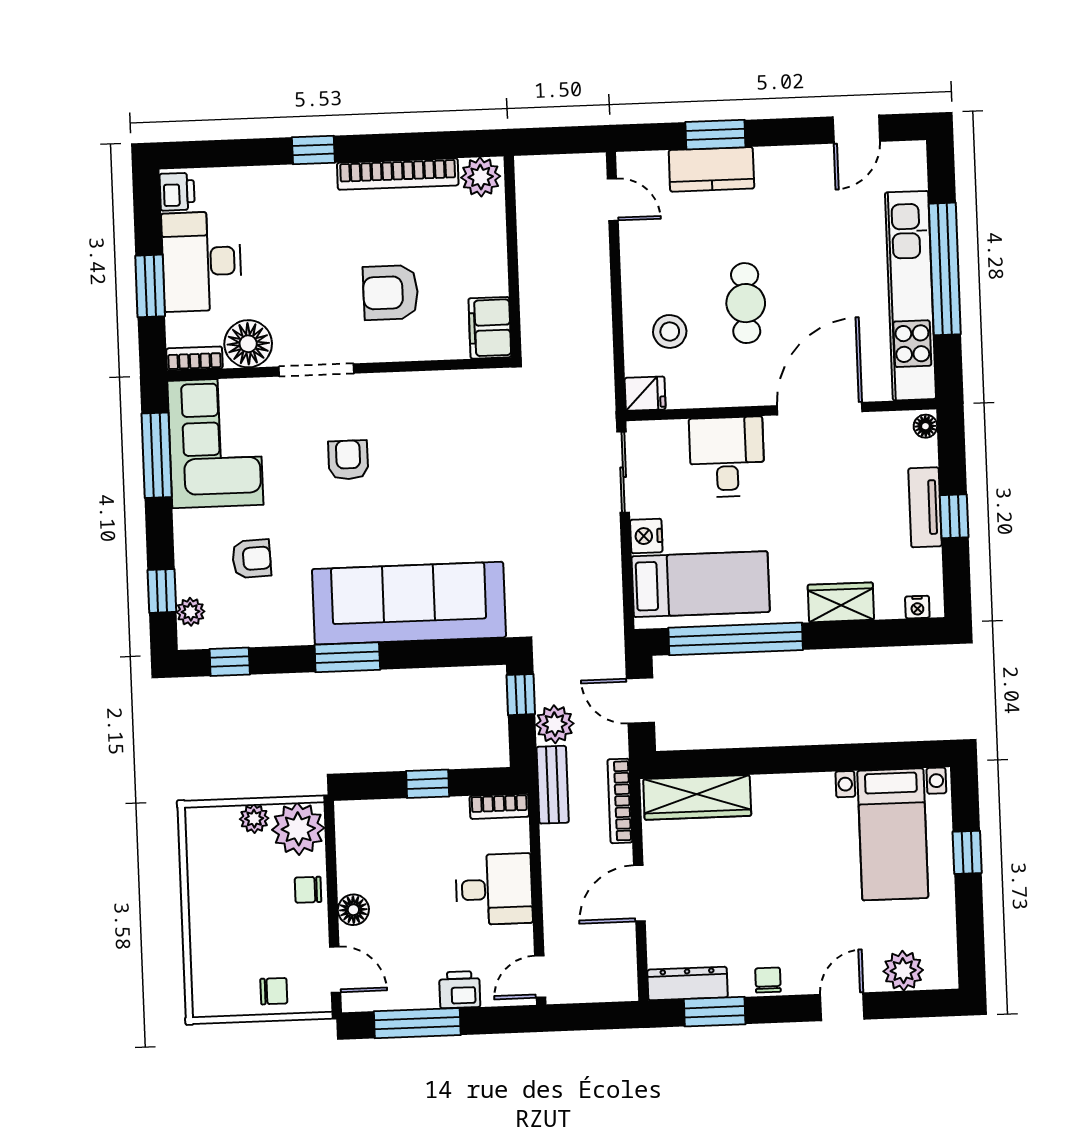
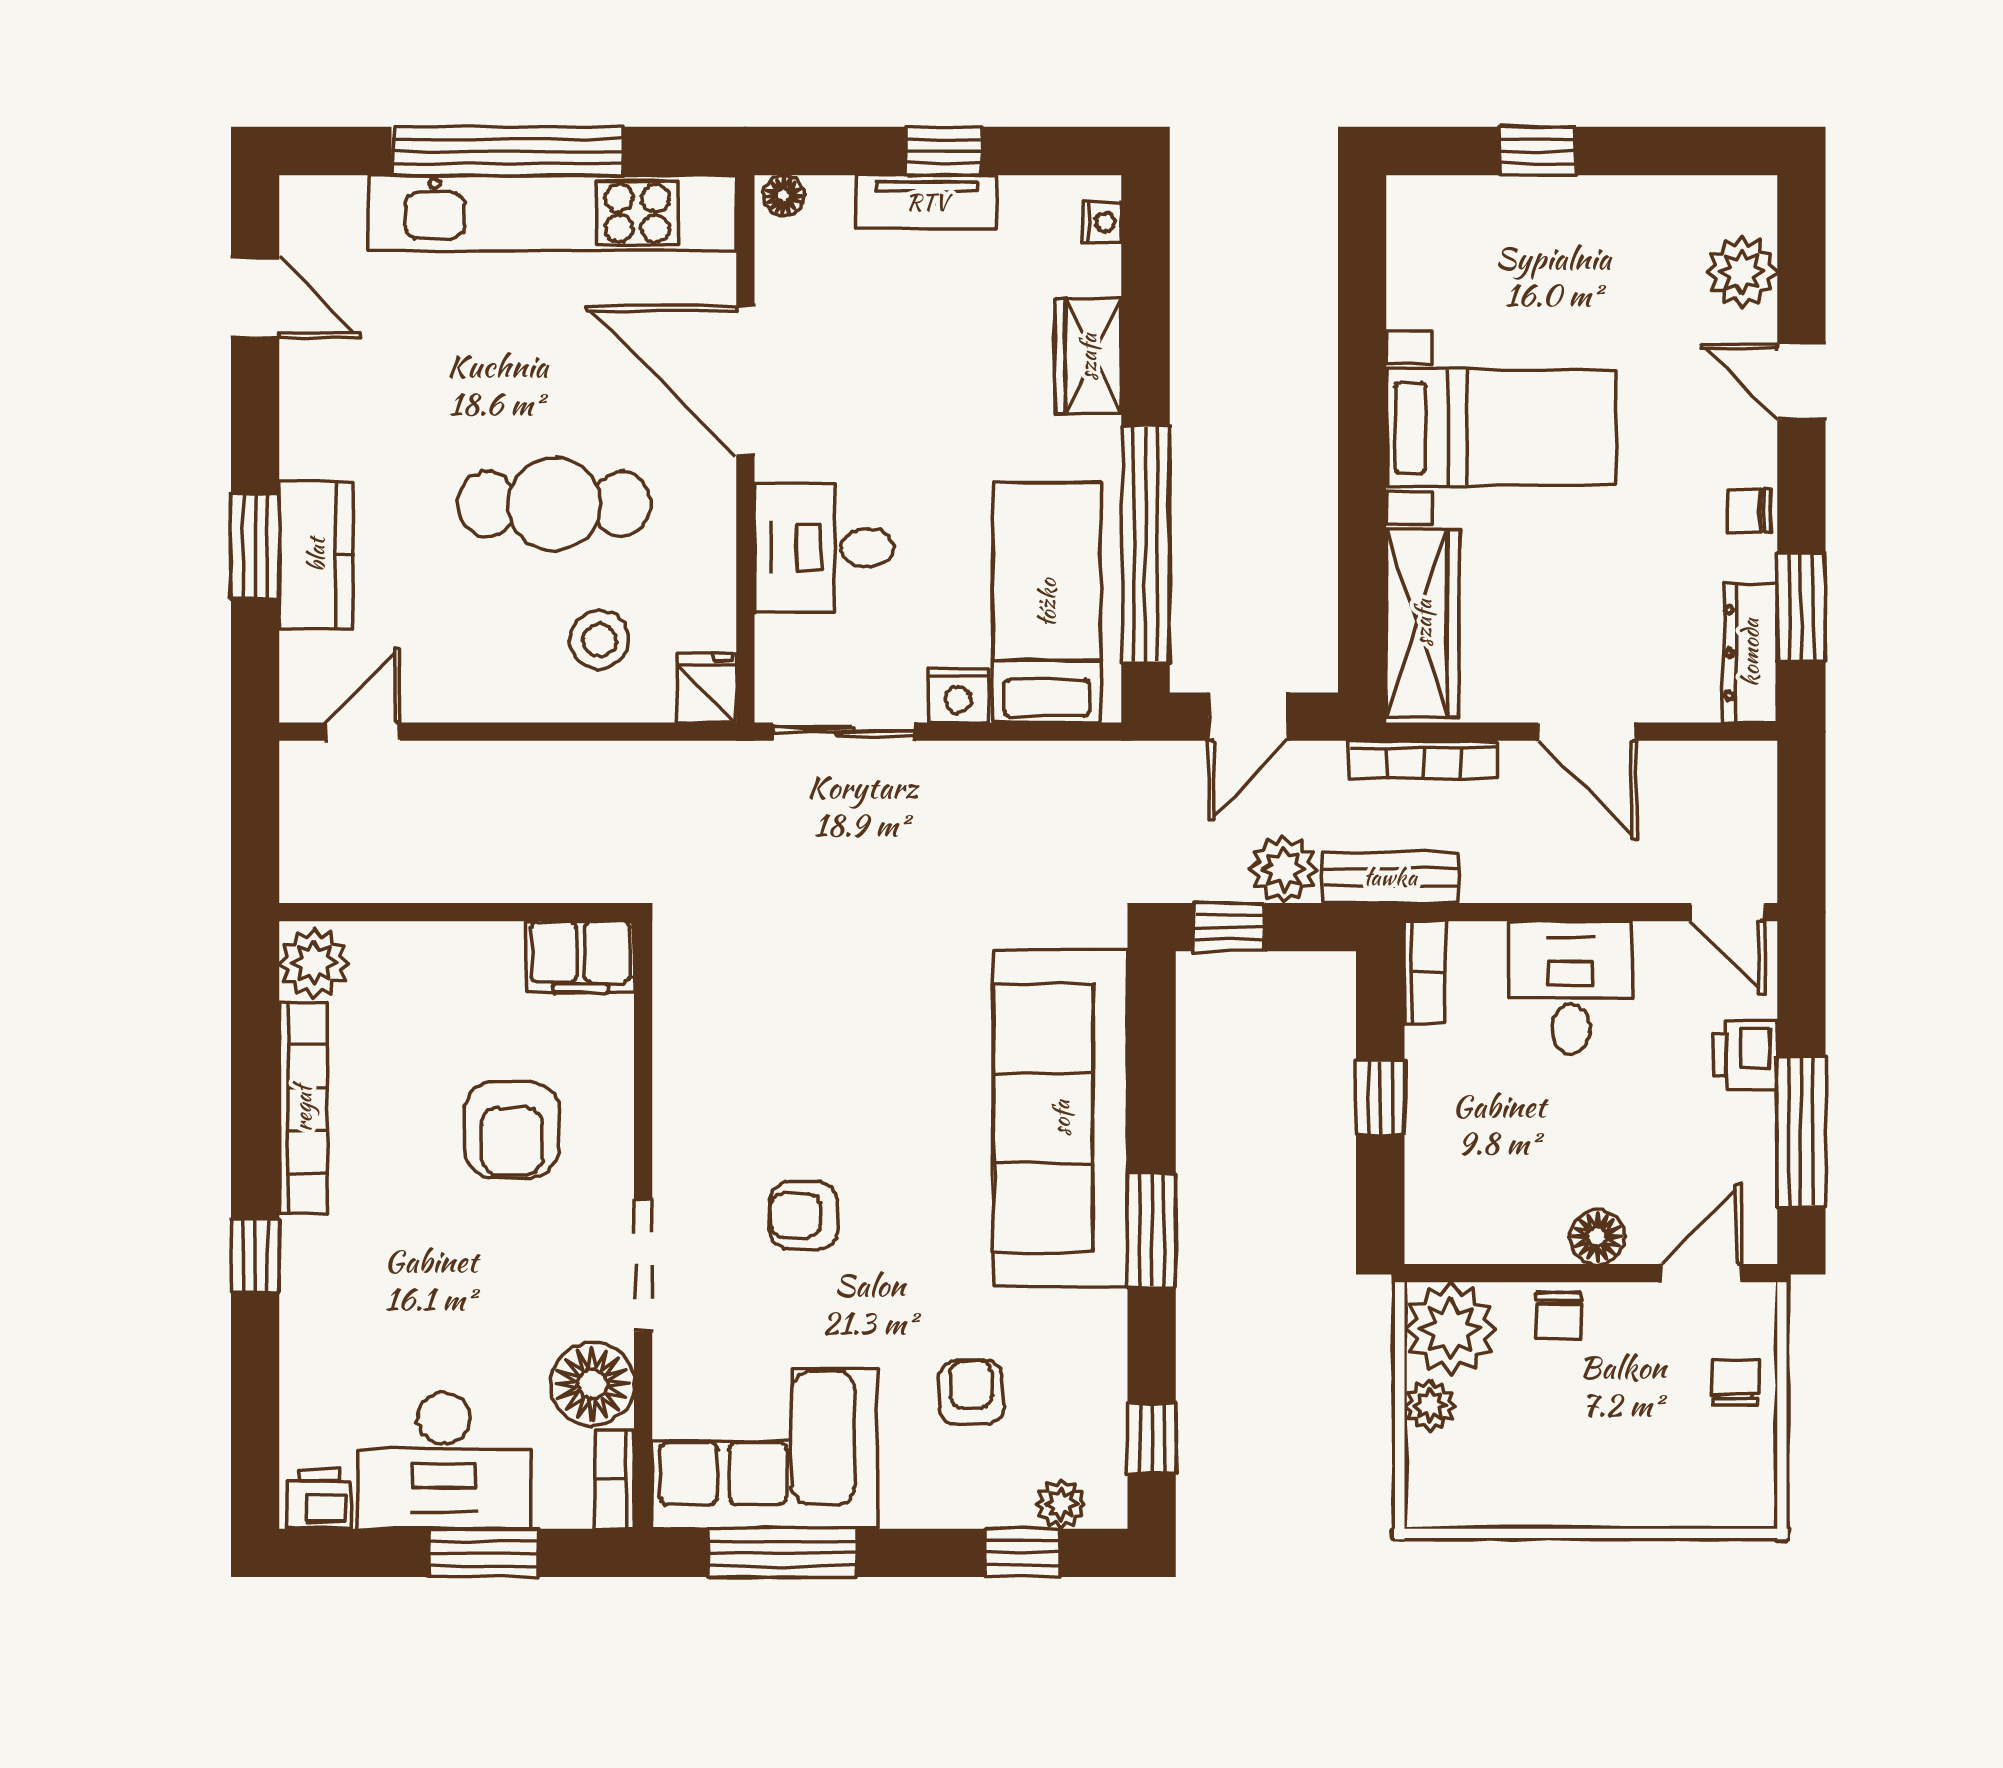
cafe table: (746, 303) -> (554, 504), width x1.37, depth x1.35
bed with nightstands: (893, 834) -> (1501, 428), moved

